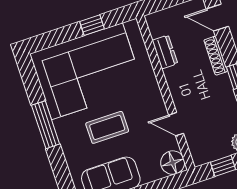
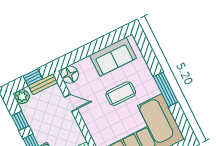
bench: (210, 155) -> (43, 84), added

